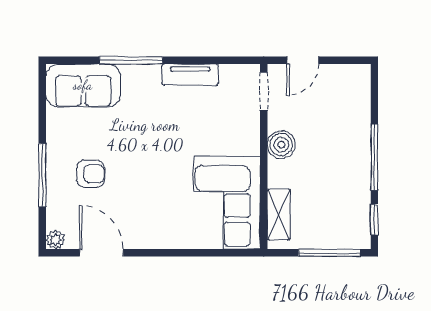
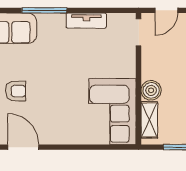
boiler: (281, 145) -> (151, 90), moved

